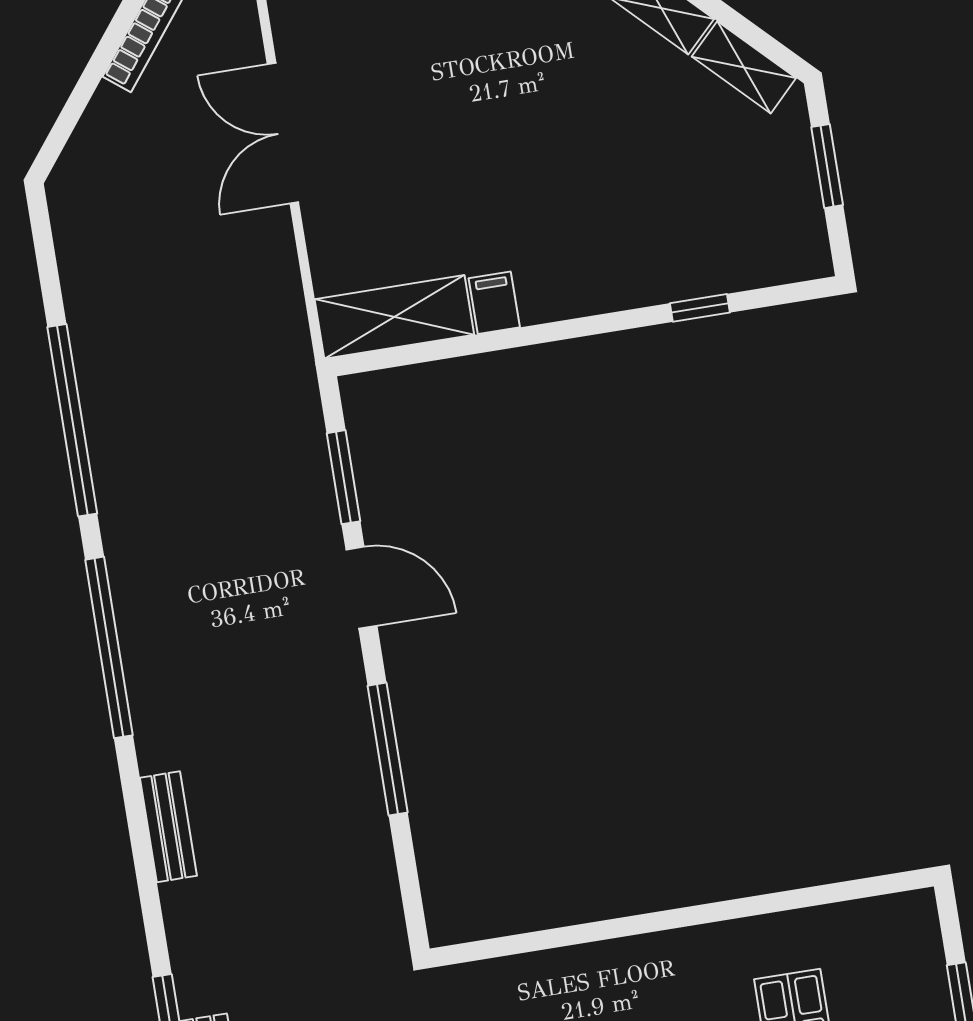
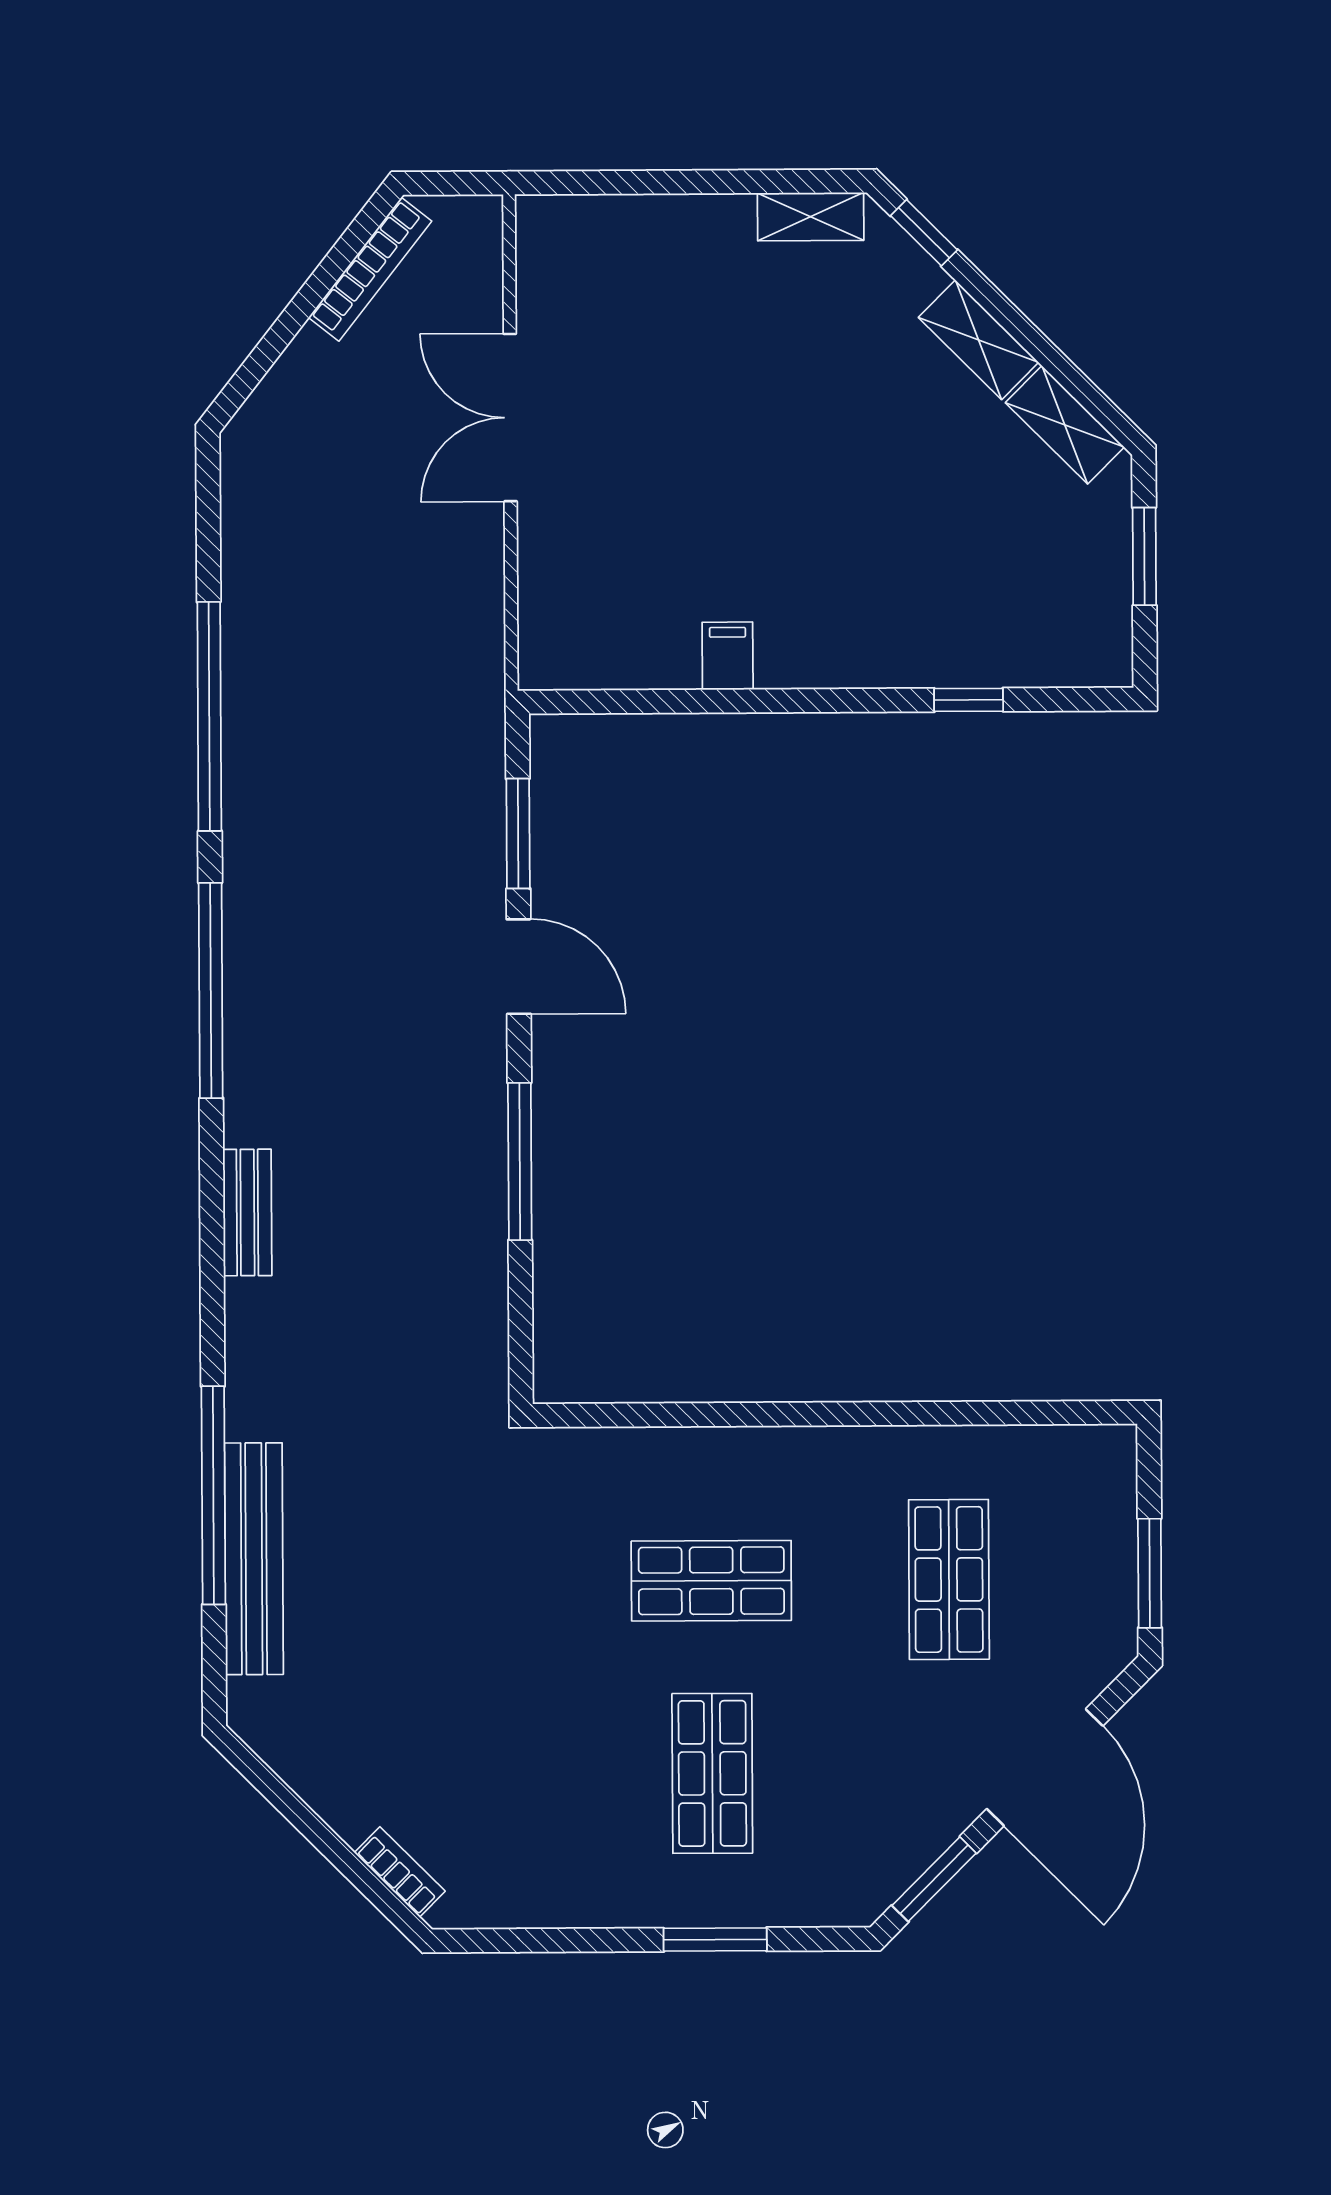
shelving: (394, 317) -> (607, 654), removed

